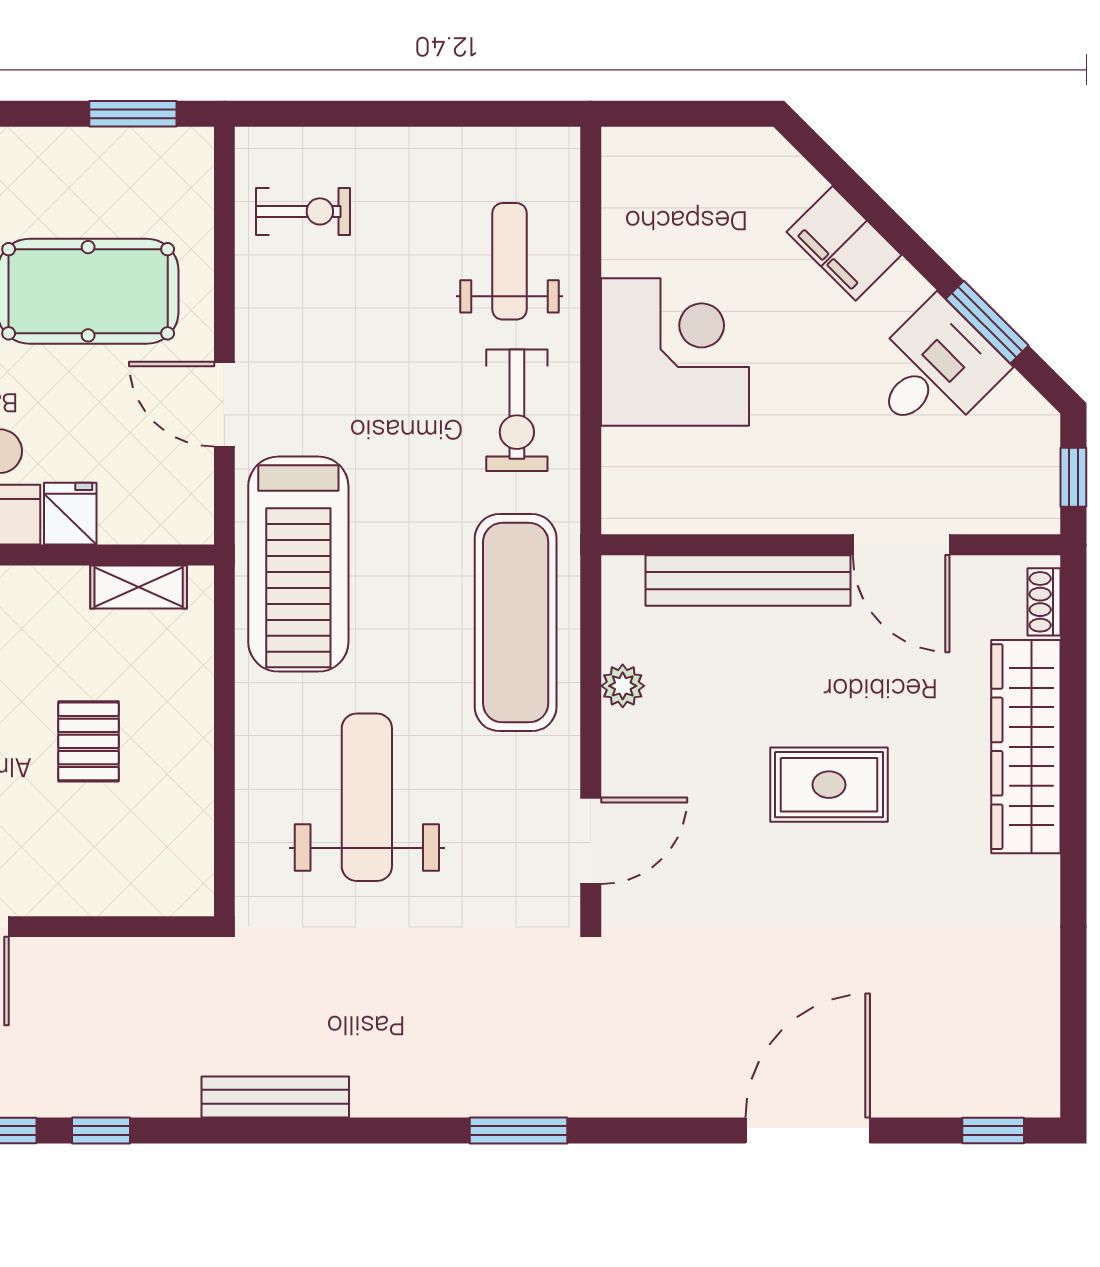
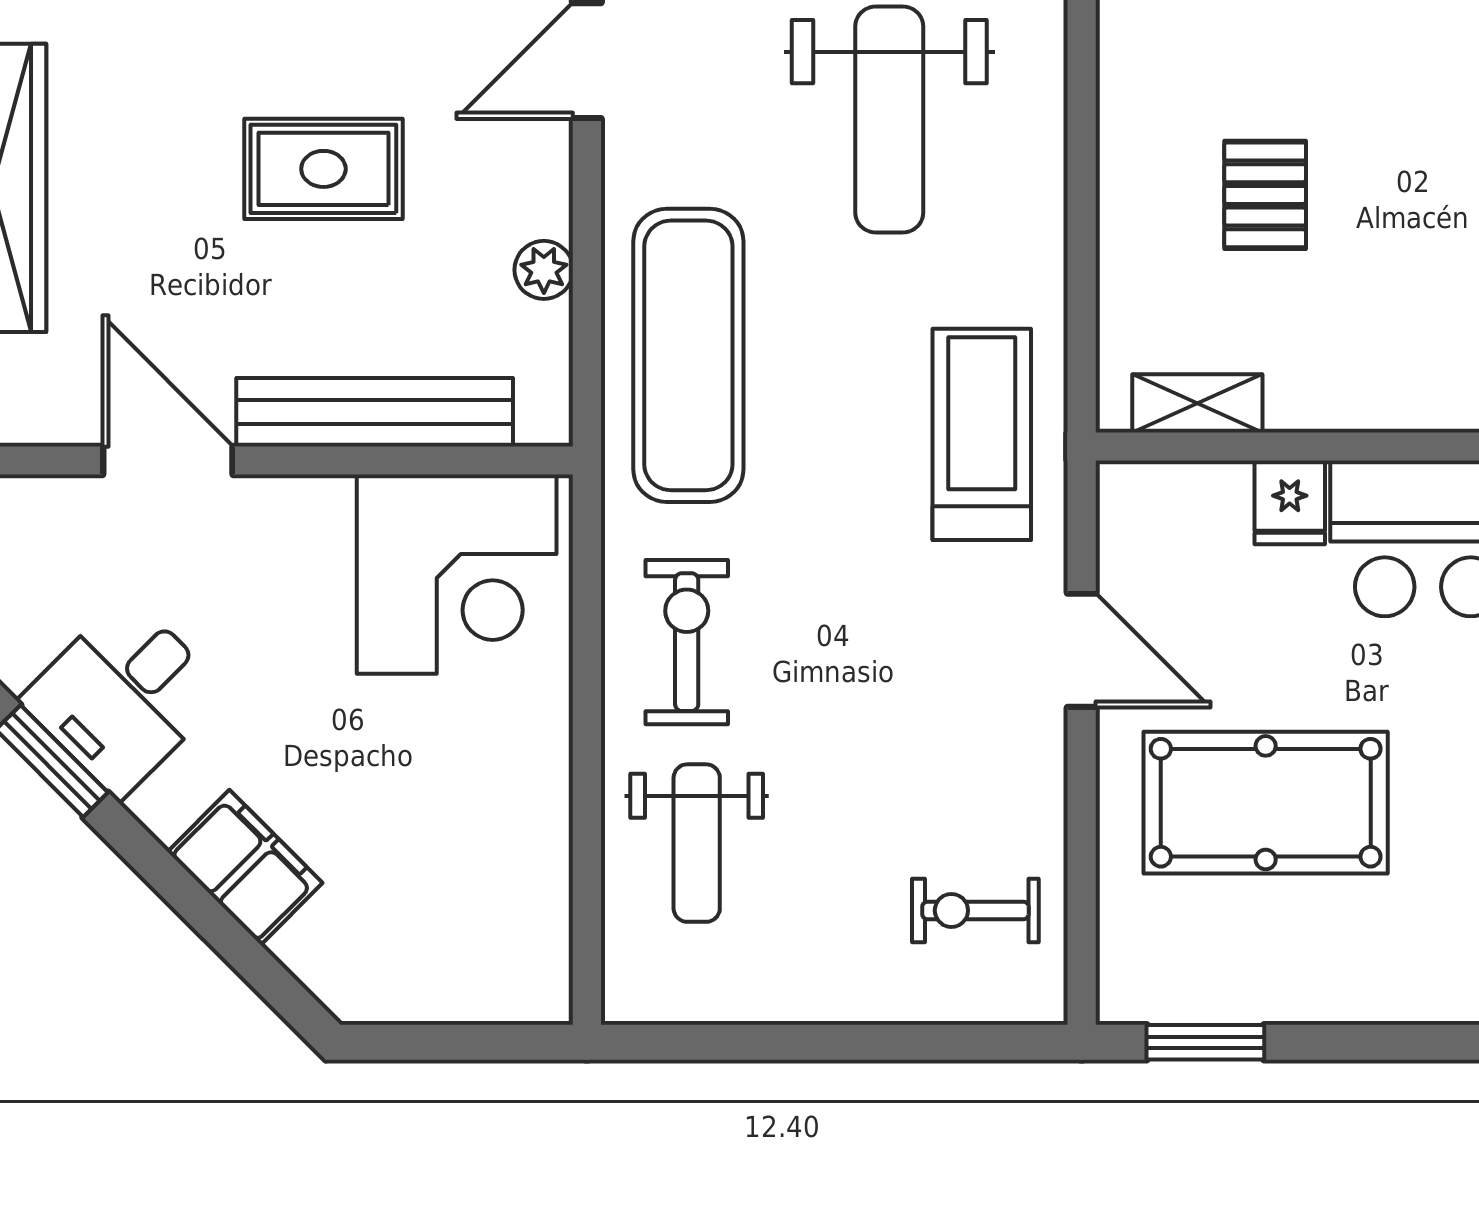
corner desk: (675, 352) -> (457, 574), moved, turned -90
treadmill: (298, 564) -> (982, 434), width x0.73, depth x0.73
rug: (829, 785) -> (323, 169), moved

